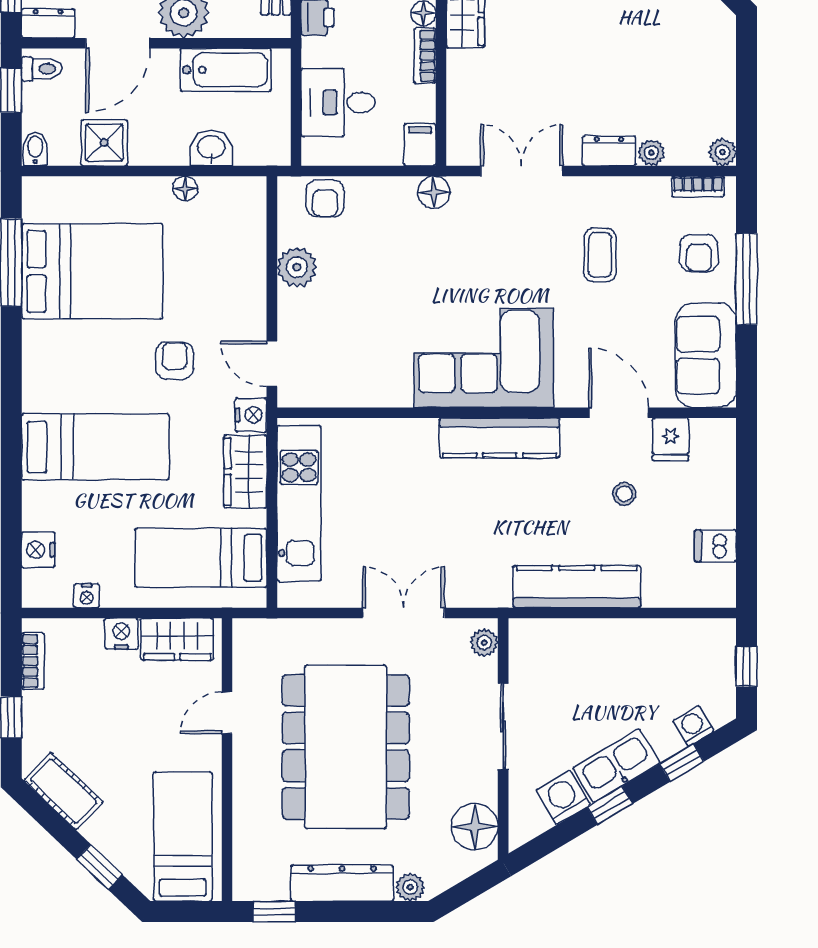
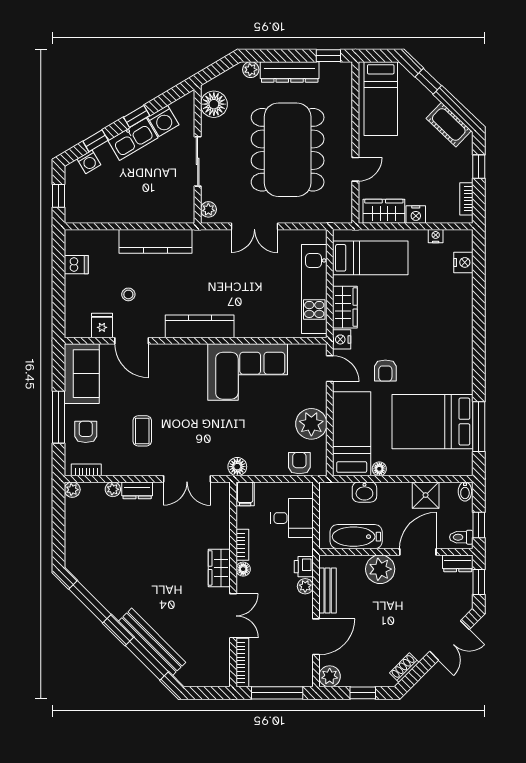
plant: (297, 267) -> (311, 424), width x1.36, depth x1.36
corner sofa: (484, 358) -> (248, 372), moved
bed: (95, 447) -> (352, 434), moved, turned 90

